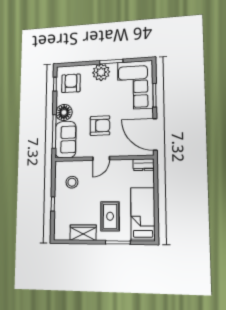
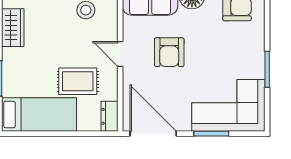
plant: (101, 72) -> (251, 54), removed
door: (155, 134) -> (153, 134), hinge flipped
rug: (110, 216) -> (78, 81), moved

